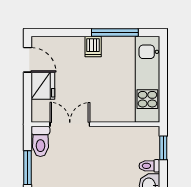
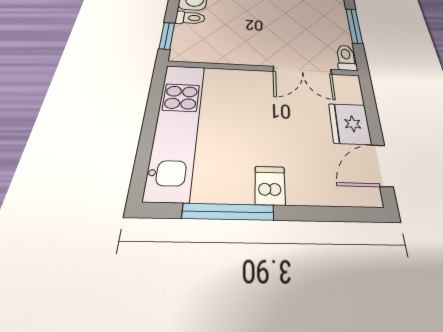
door: (28, 60) -> (382, 165), hinge flipped
toilet: (40, 141) -> (346, 58), width x0.73, depth x0.72

